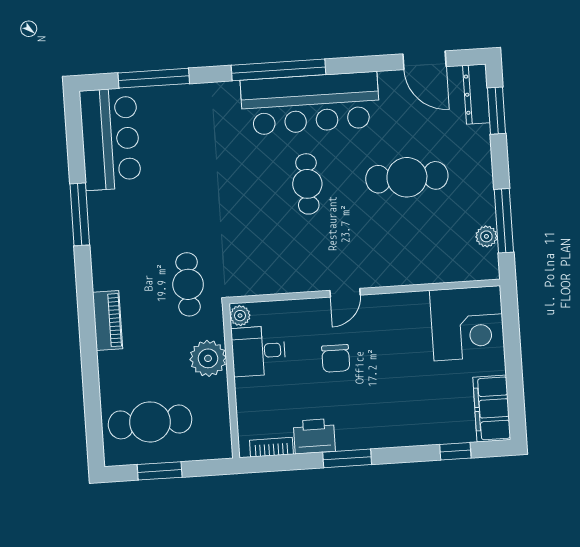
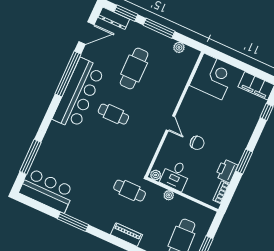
window: (278, 70) -> (68, 74), moved
window: (504, 221) -> (159, 28), moved
plant: (208, 358) -> (169, 195), width x0.53, depth x0.53

